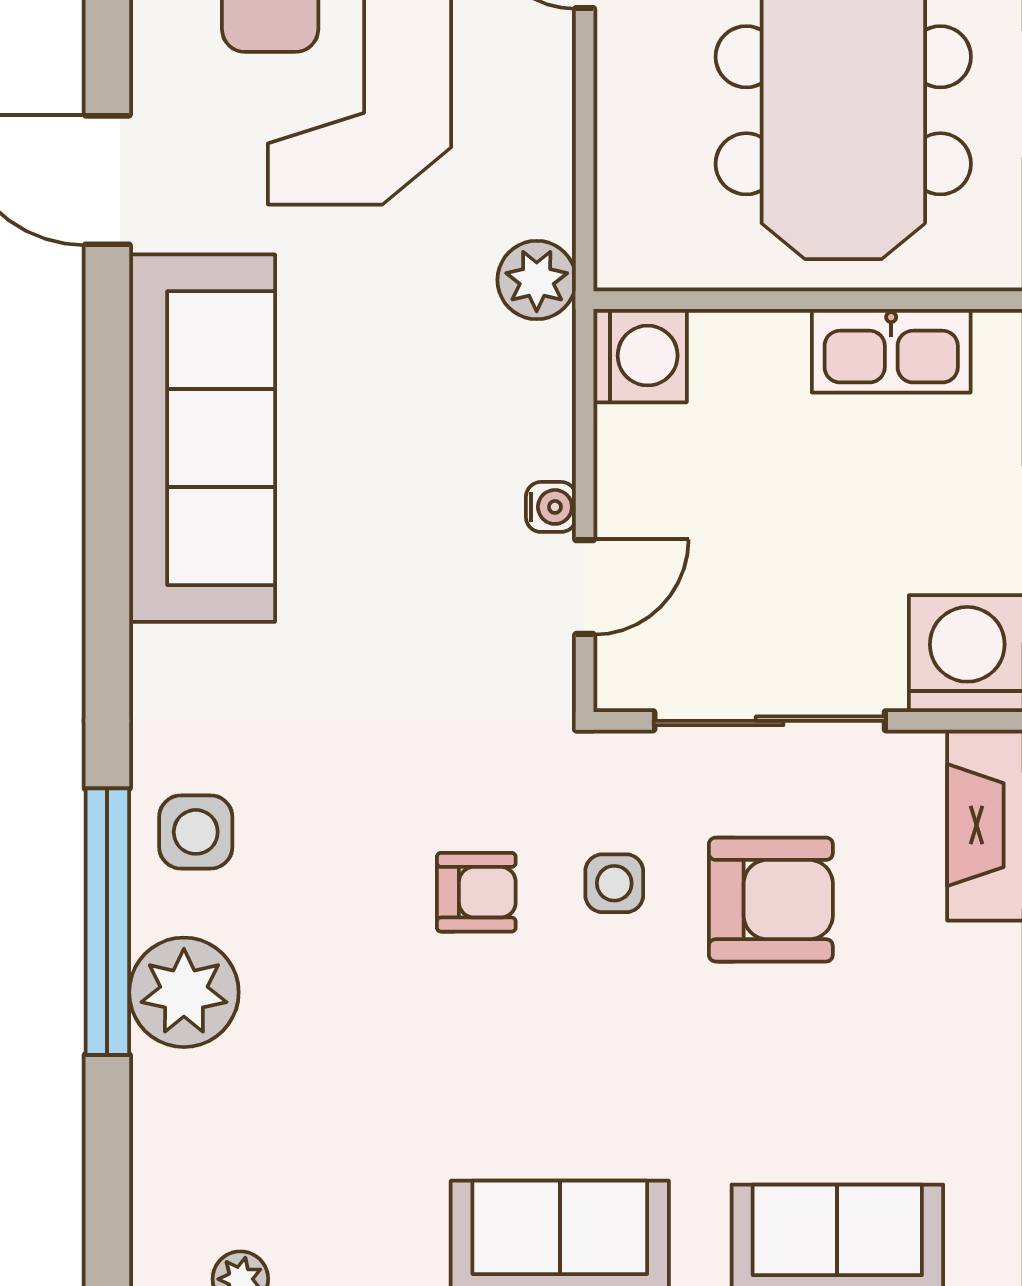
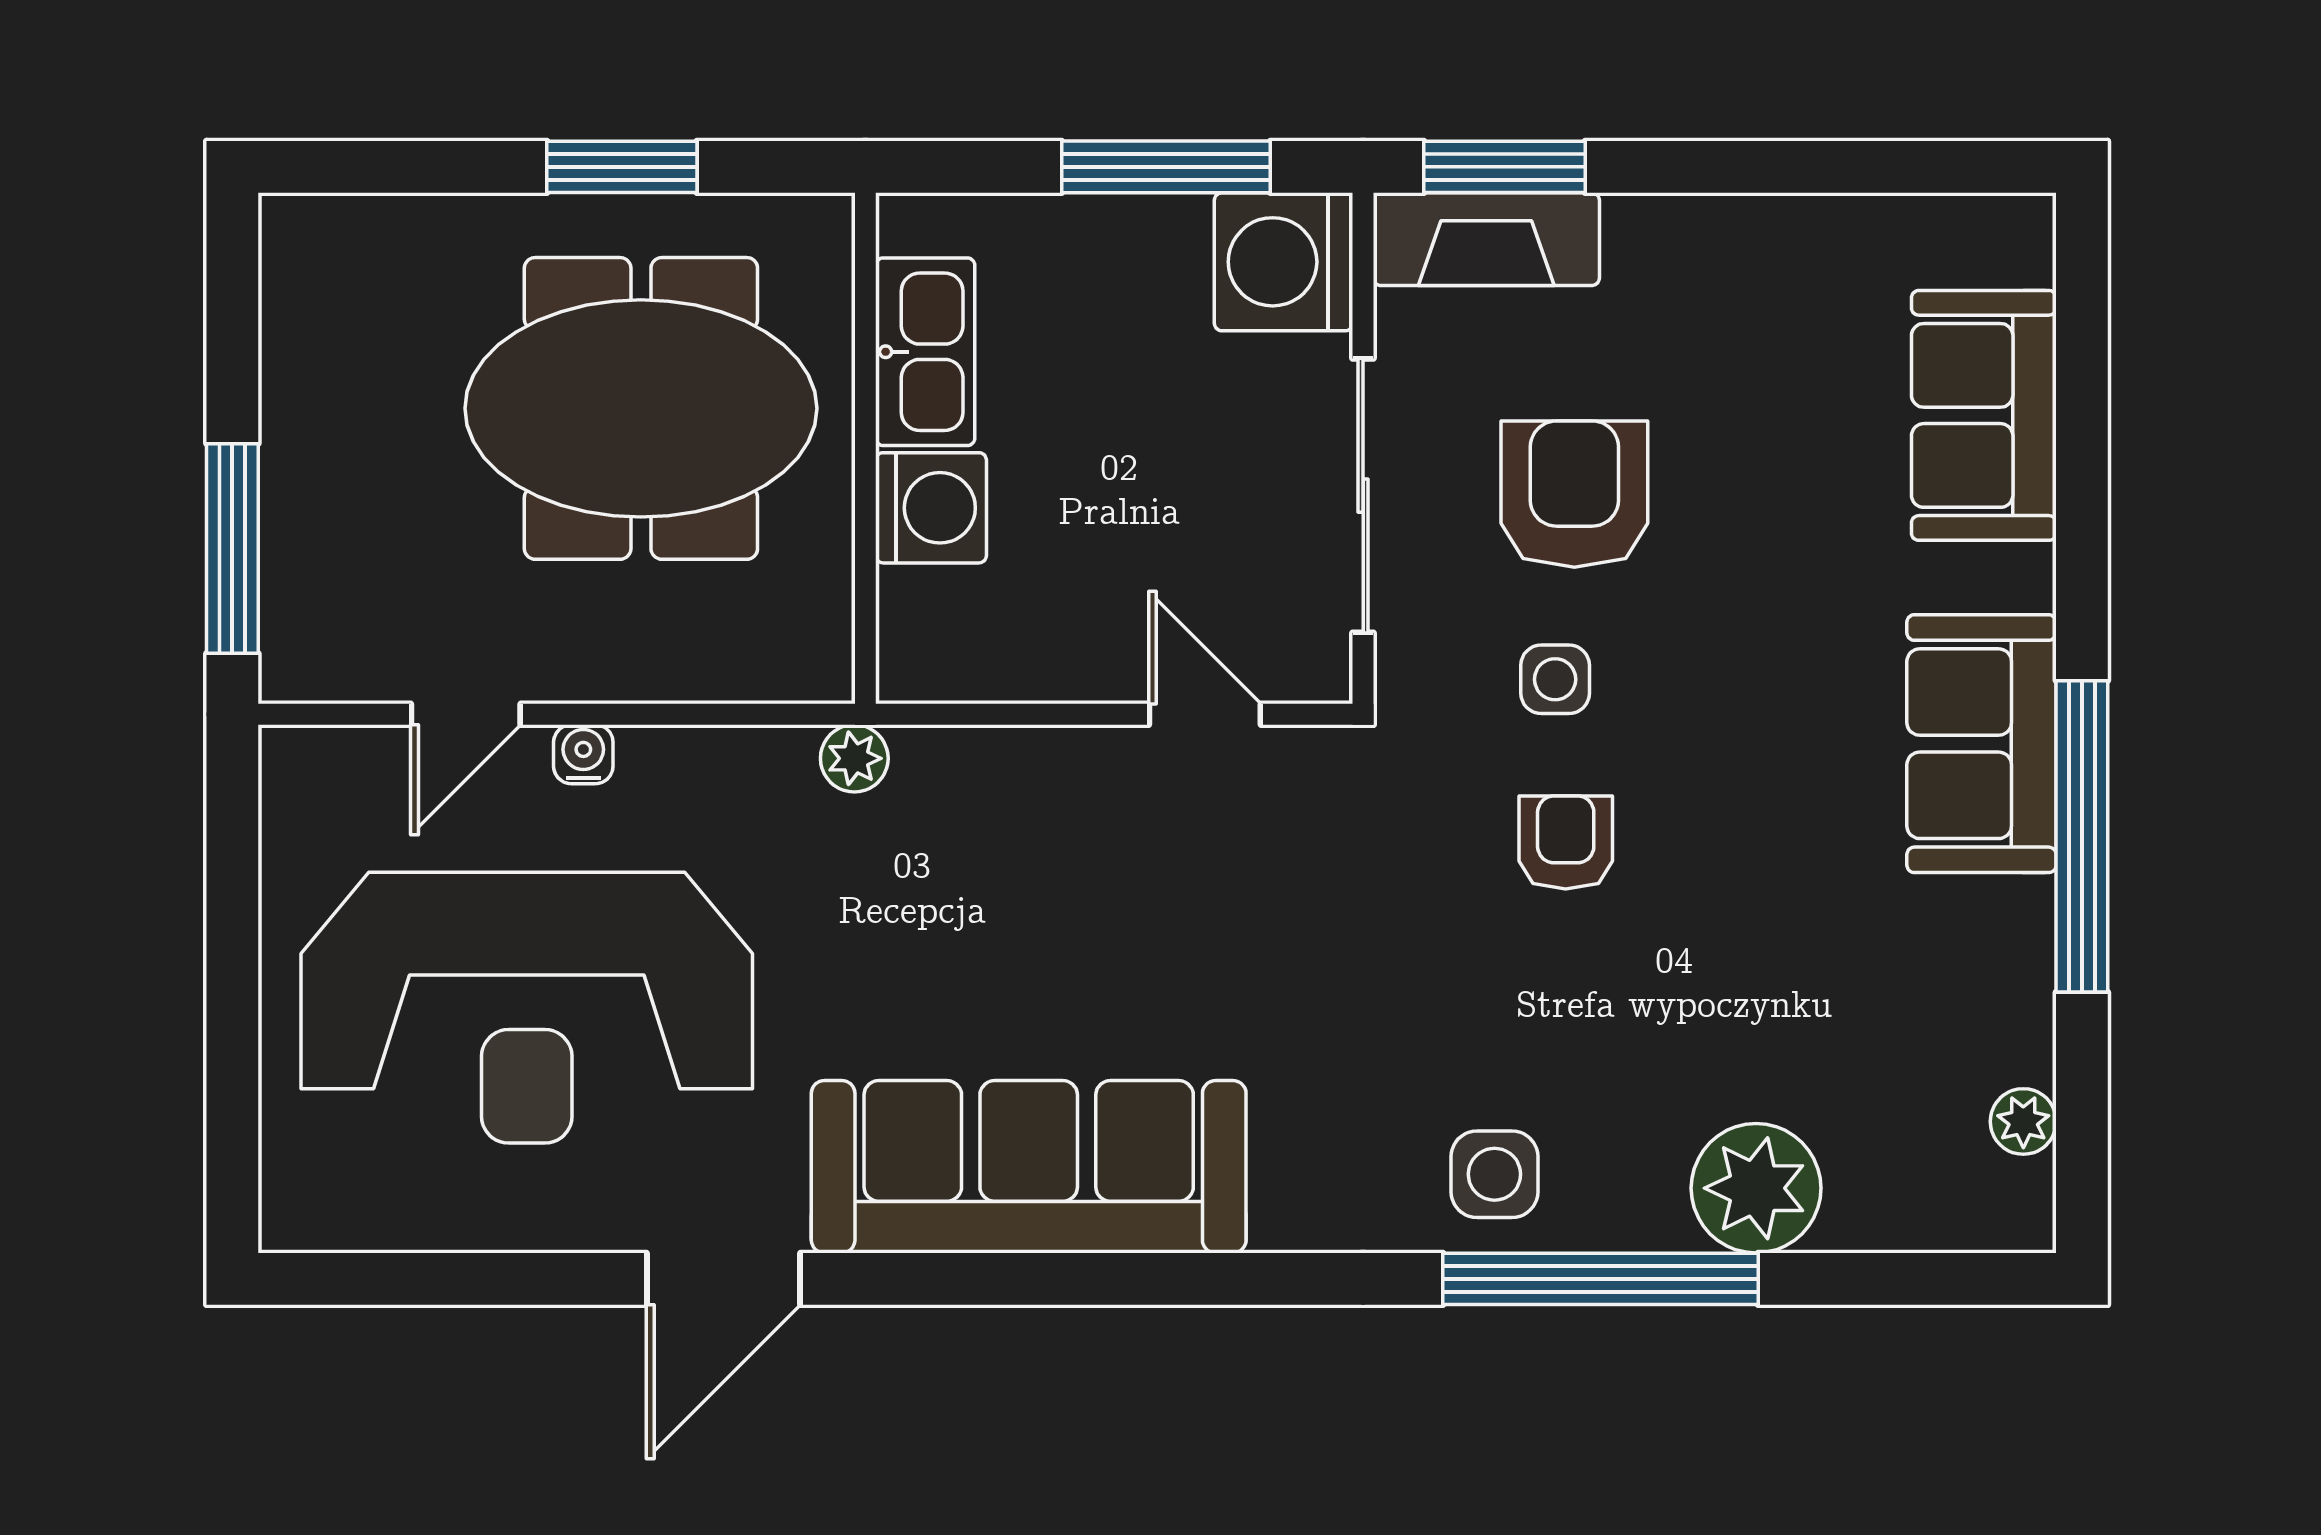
plant: (537, 280) -> (854, 758), width x0.73, depth x0.73
washing machine: (640, 356) -> (931, 508), moved, turned 90
water cooler: (551, 507) -> (583, 754), moved
plant: (184, 992) -> (1756, 1188), moved

